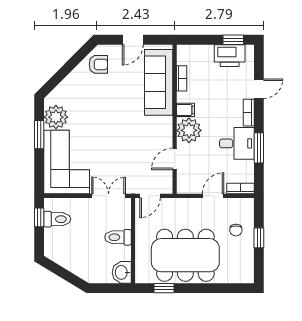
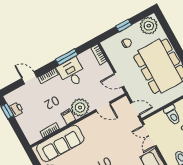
printer: (230, 56) -> (16, 109), width x0.53, depth x0.68
door: (213, 196) -> (119, 80), moved
plant: (242, 268) -> (149, 26), added

